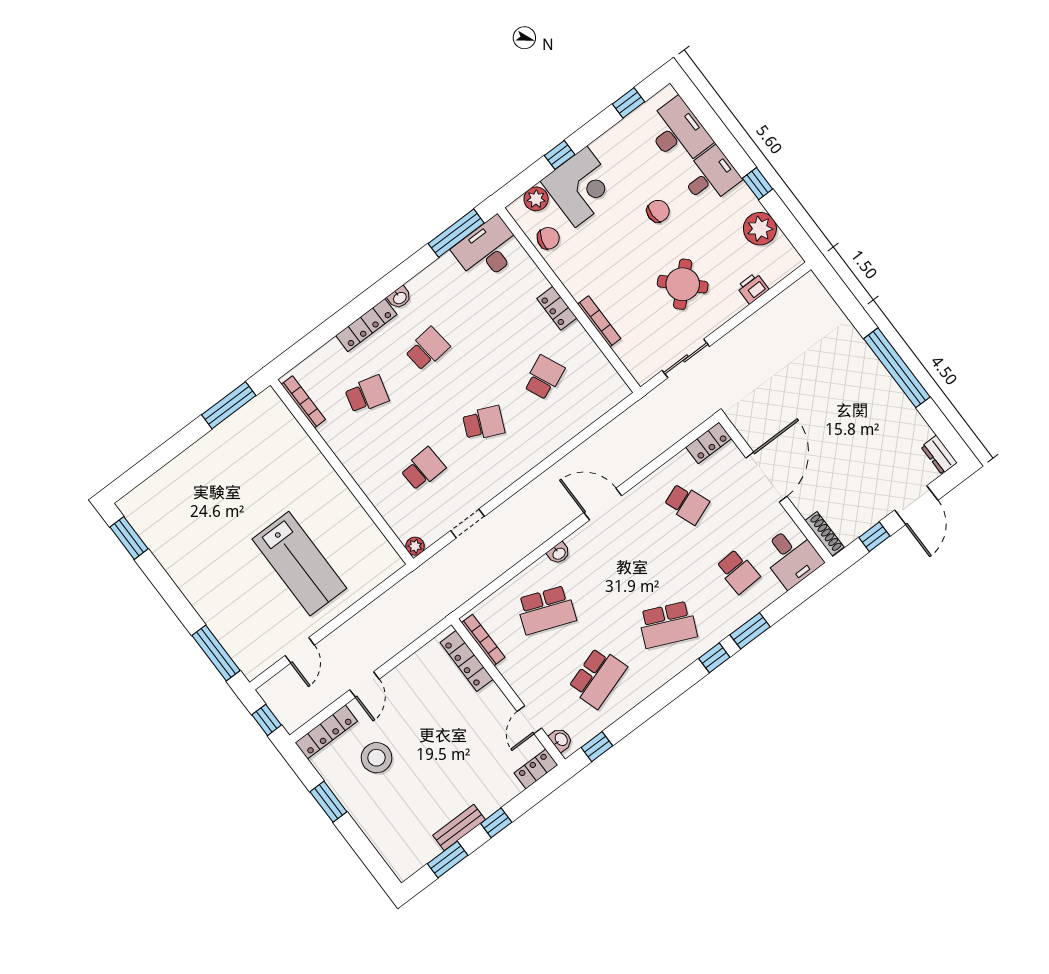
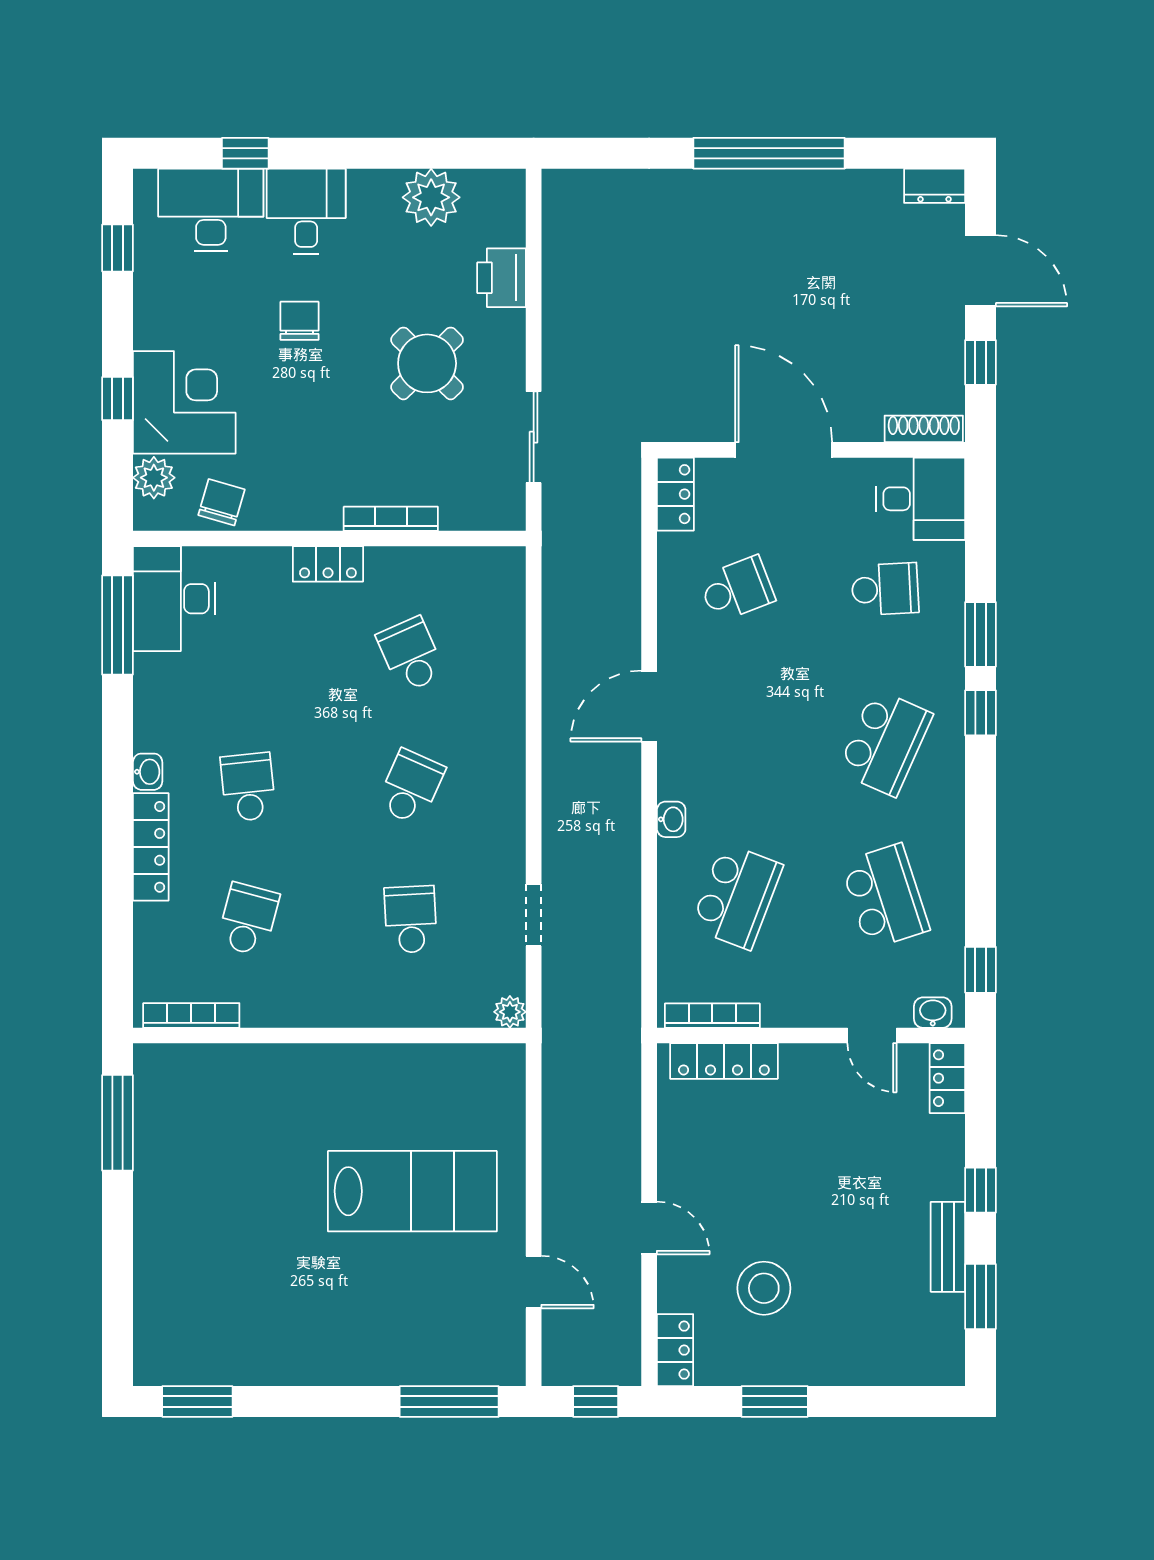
window: (758, 184) -> (245, 153), moved
printer: (753, 288) -> (502, 278), width x1.36, depth x1.24
locker: (326, 732) -> (675, 1350), width x0.66

